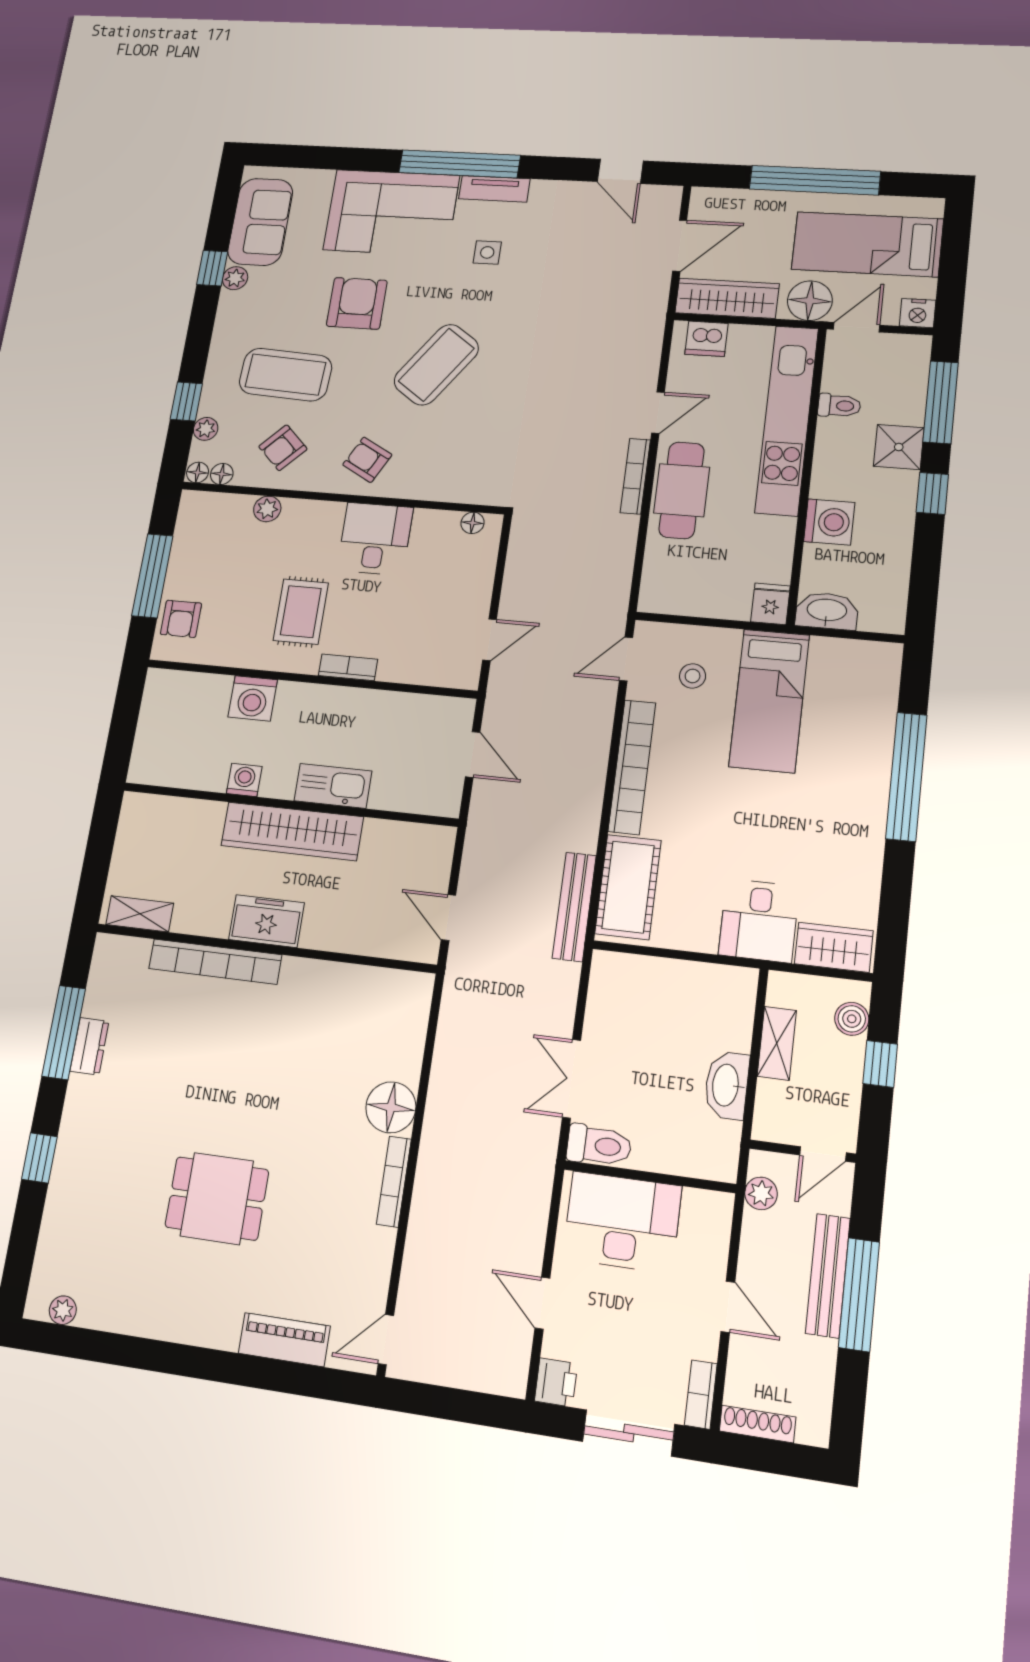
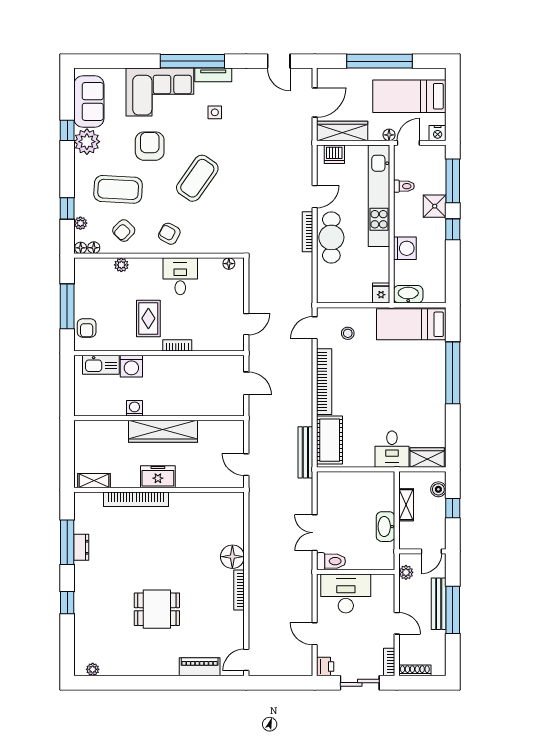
plant: (235, 278) -> (87, 142), width x1.87, depth x1.87
floor lamp: (810, 301) -> (389, 135), width x0.53, depth x0.53
bed: (769, 701) -> (411, 324), moved, turned 90
kitchen sink: (333, 786) -> (101, 365), moved, turned 180

